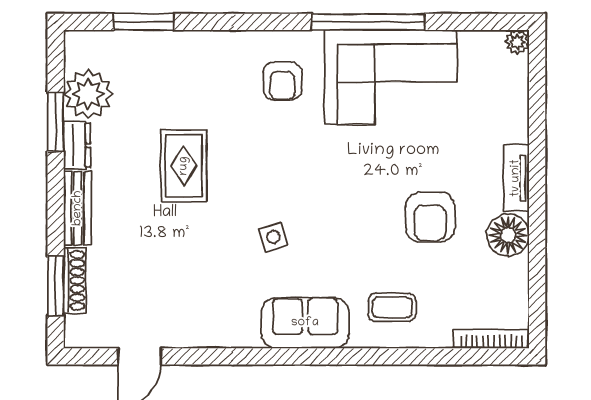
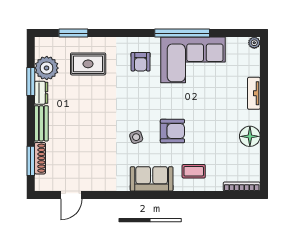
rug: (184, 166) -> (88, 64), moved, turned 90
tv unit: (516, 178) -> (254, 93), moved
armchair: (430, 217) -> (172, 131), moved, turned -90

